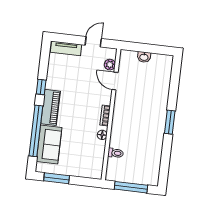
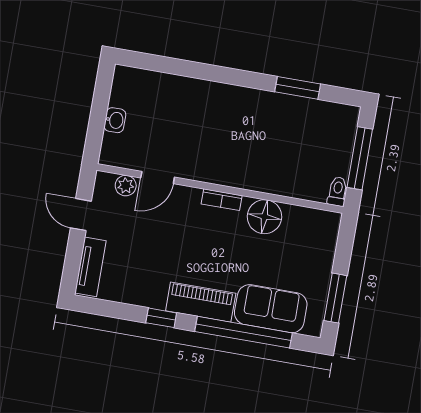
window: (170, 122) -> (298, 88), moved
floor lamp: (102, 135) -> (264, 217), width x1.89, depth x1.89
toilet: (116, 153) -> (337, 191), moved

